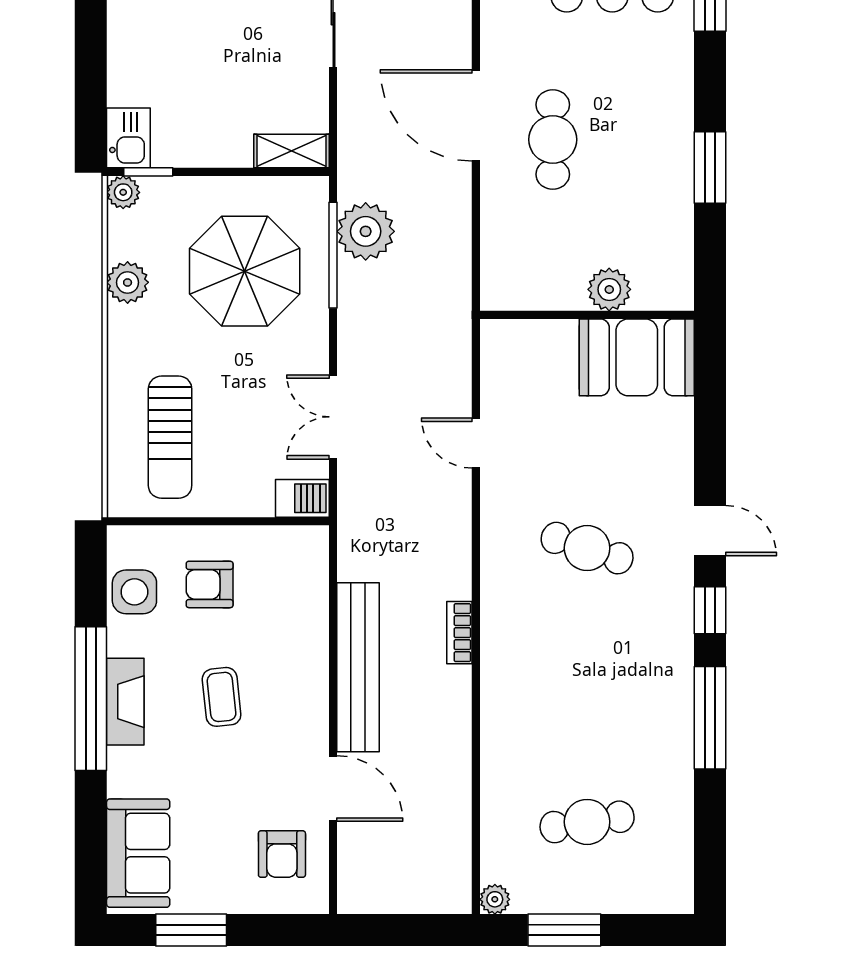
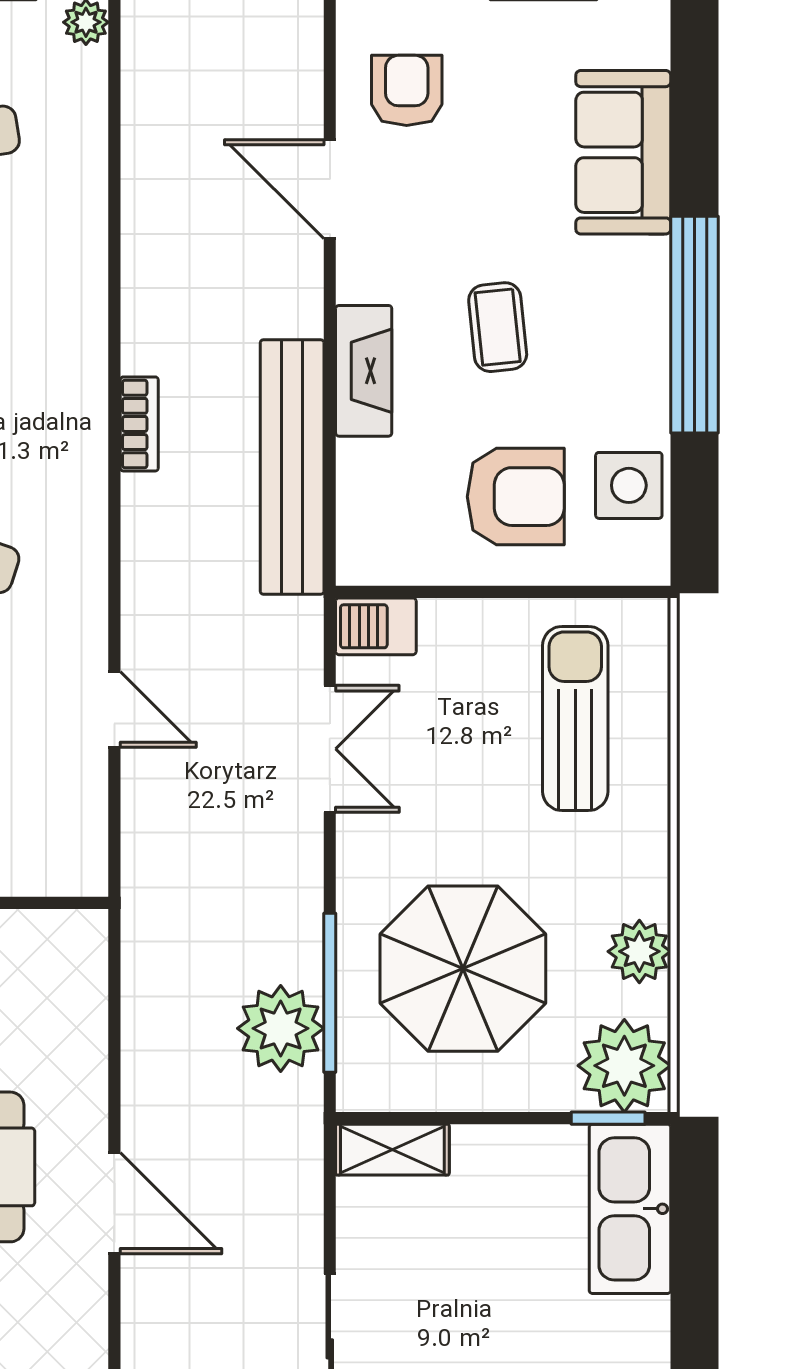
door: (476, 115) -> (114, 1203), width x0.73
kitchen sink: (128, 138) -> (630, 1209), width x1.88, depth x1.24
plant: (123, 192) -> (624, 1066), width x1.88, depth x1.88
armchair: (210, 584) -> (516, 497), width x1.38, depth x1.38
bench: (358, 667) -> (292, 467), moved
fireplace: (125, 702) -> (364, 371), moved, turned 180
sofa: (138, 853) -> (623, 152), moved

